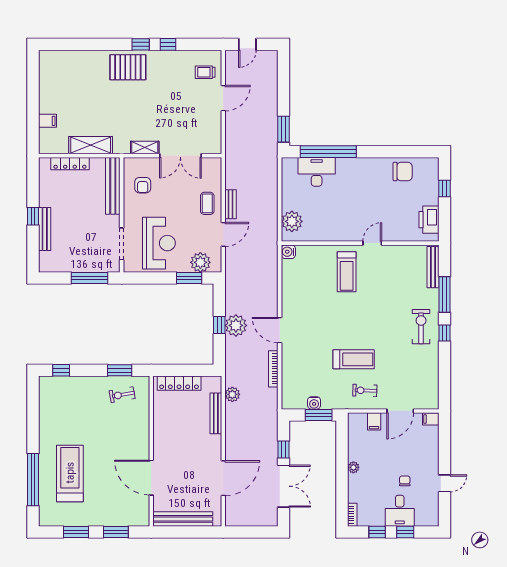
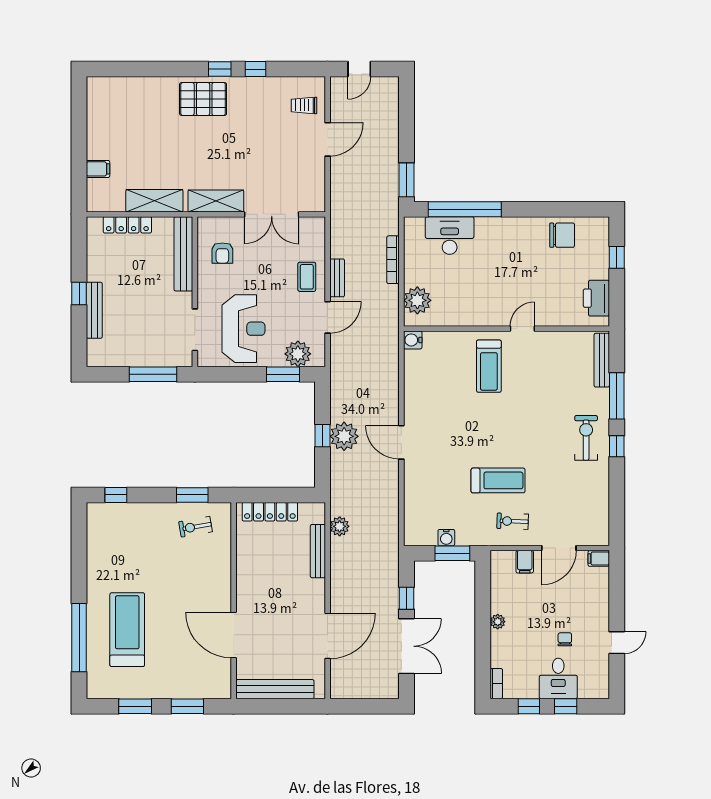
shelving: (145, 147) -> (216, 201), width x1.50, depth x1.33
bookcase: (273, 369) -> (393, 260), moved

